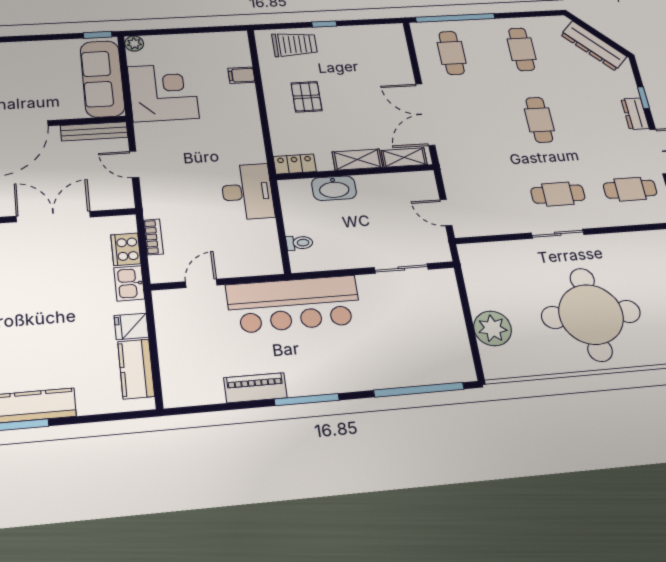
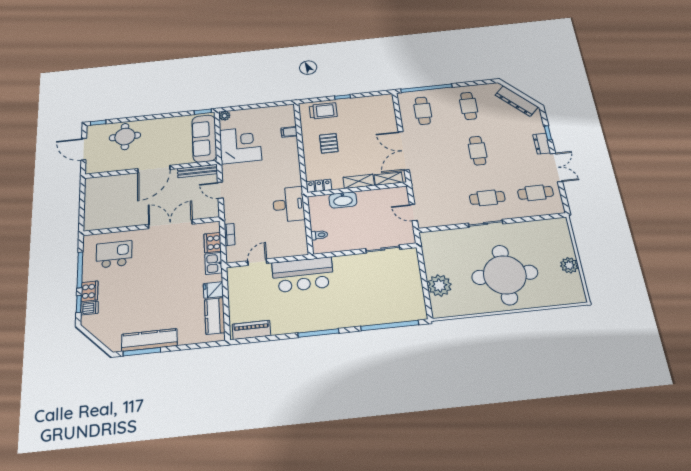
bar counter: (294, 304) -> (303, 275), width x0.73
piano: (255, 388) -> (251, 330), moved

